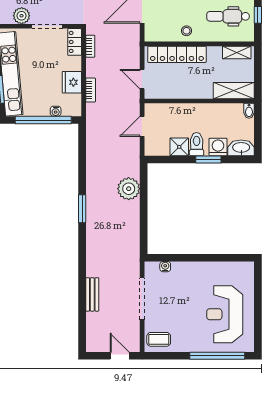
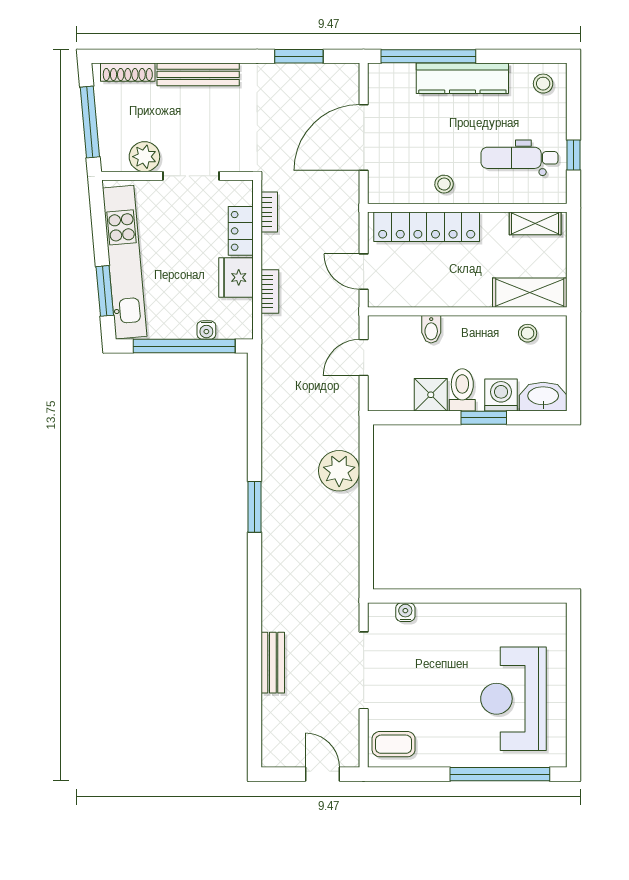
locker: (75, 42) -> (241, 231), moved
bidet: (249, 111) -> (431, 329), moved
stool: (233, 113) -> (528, 333), added

